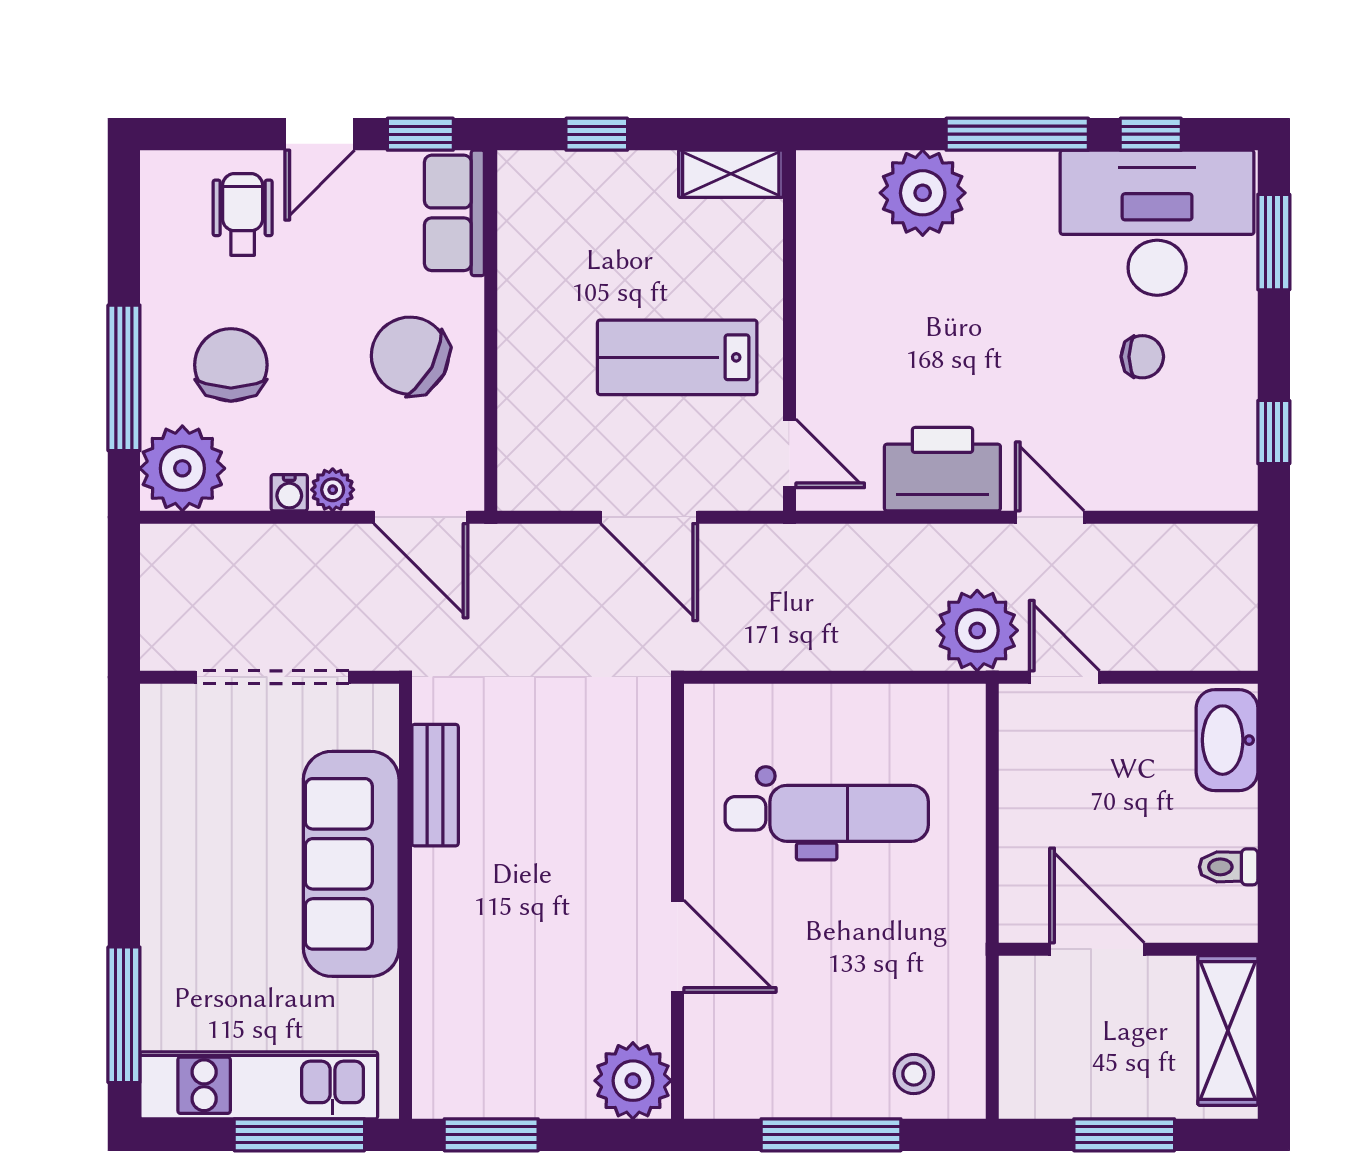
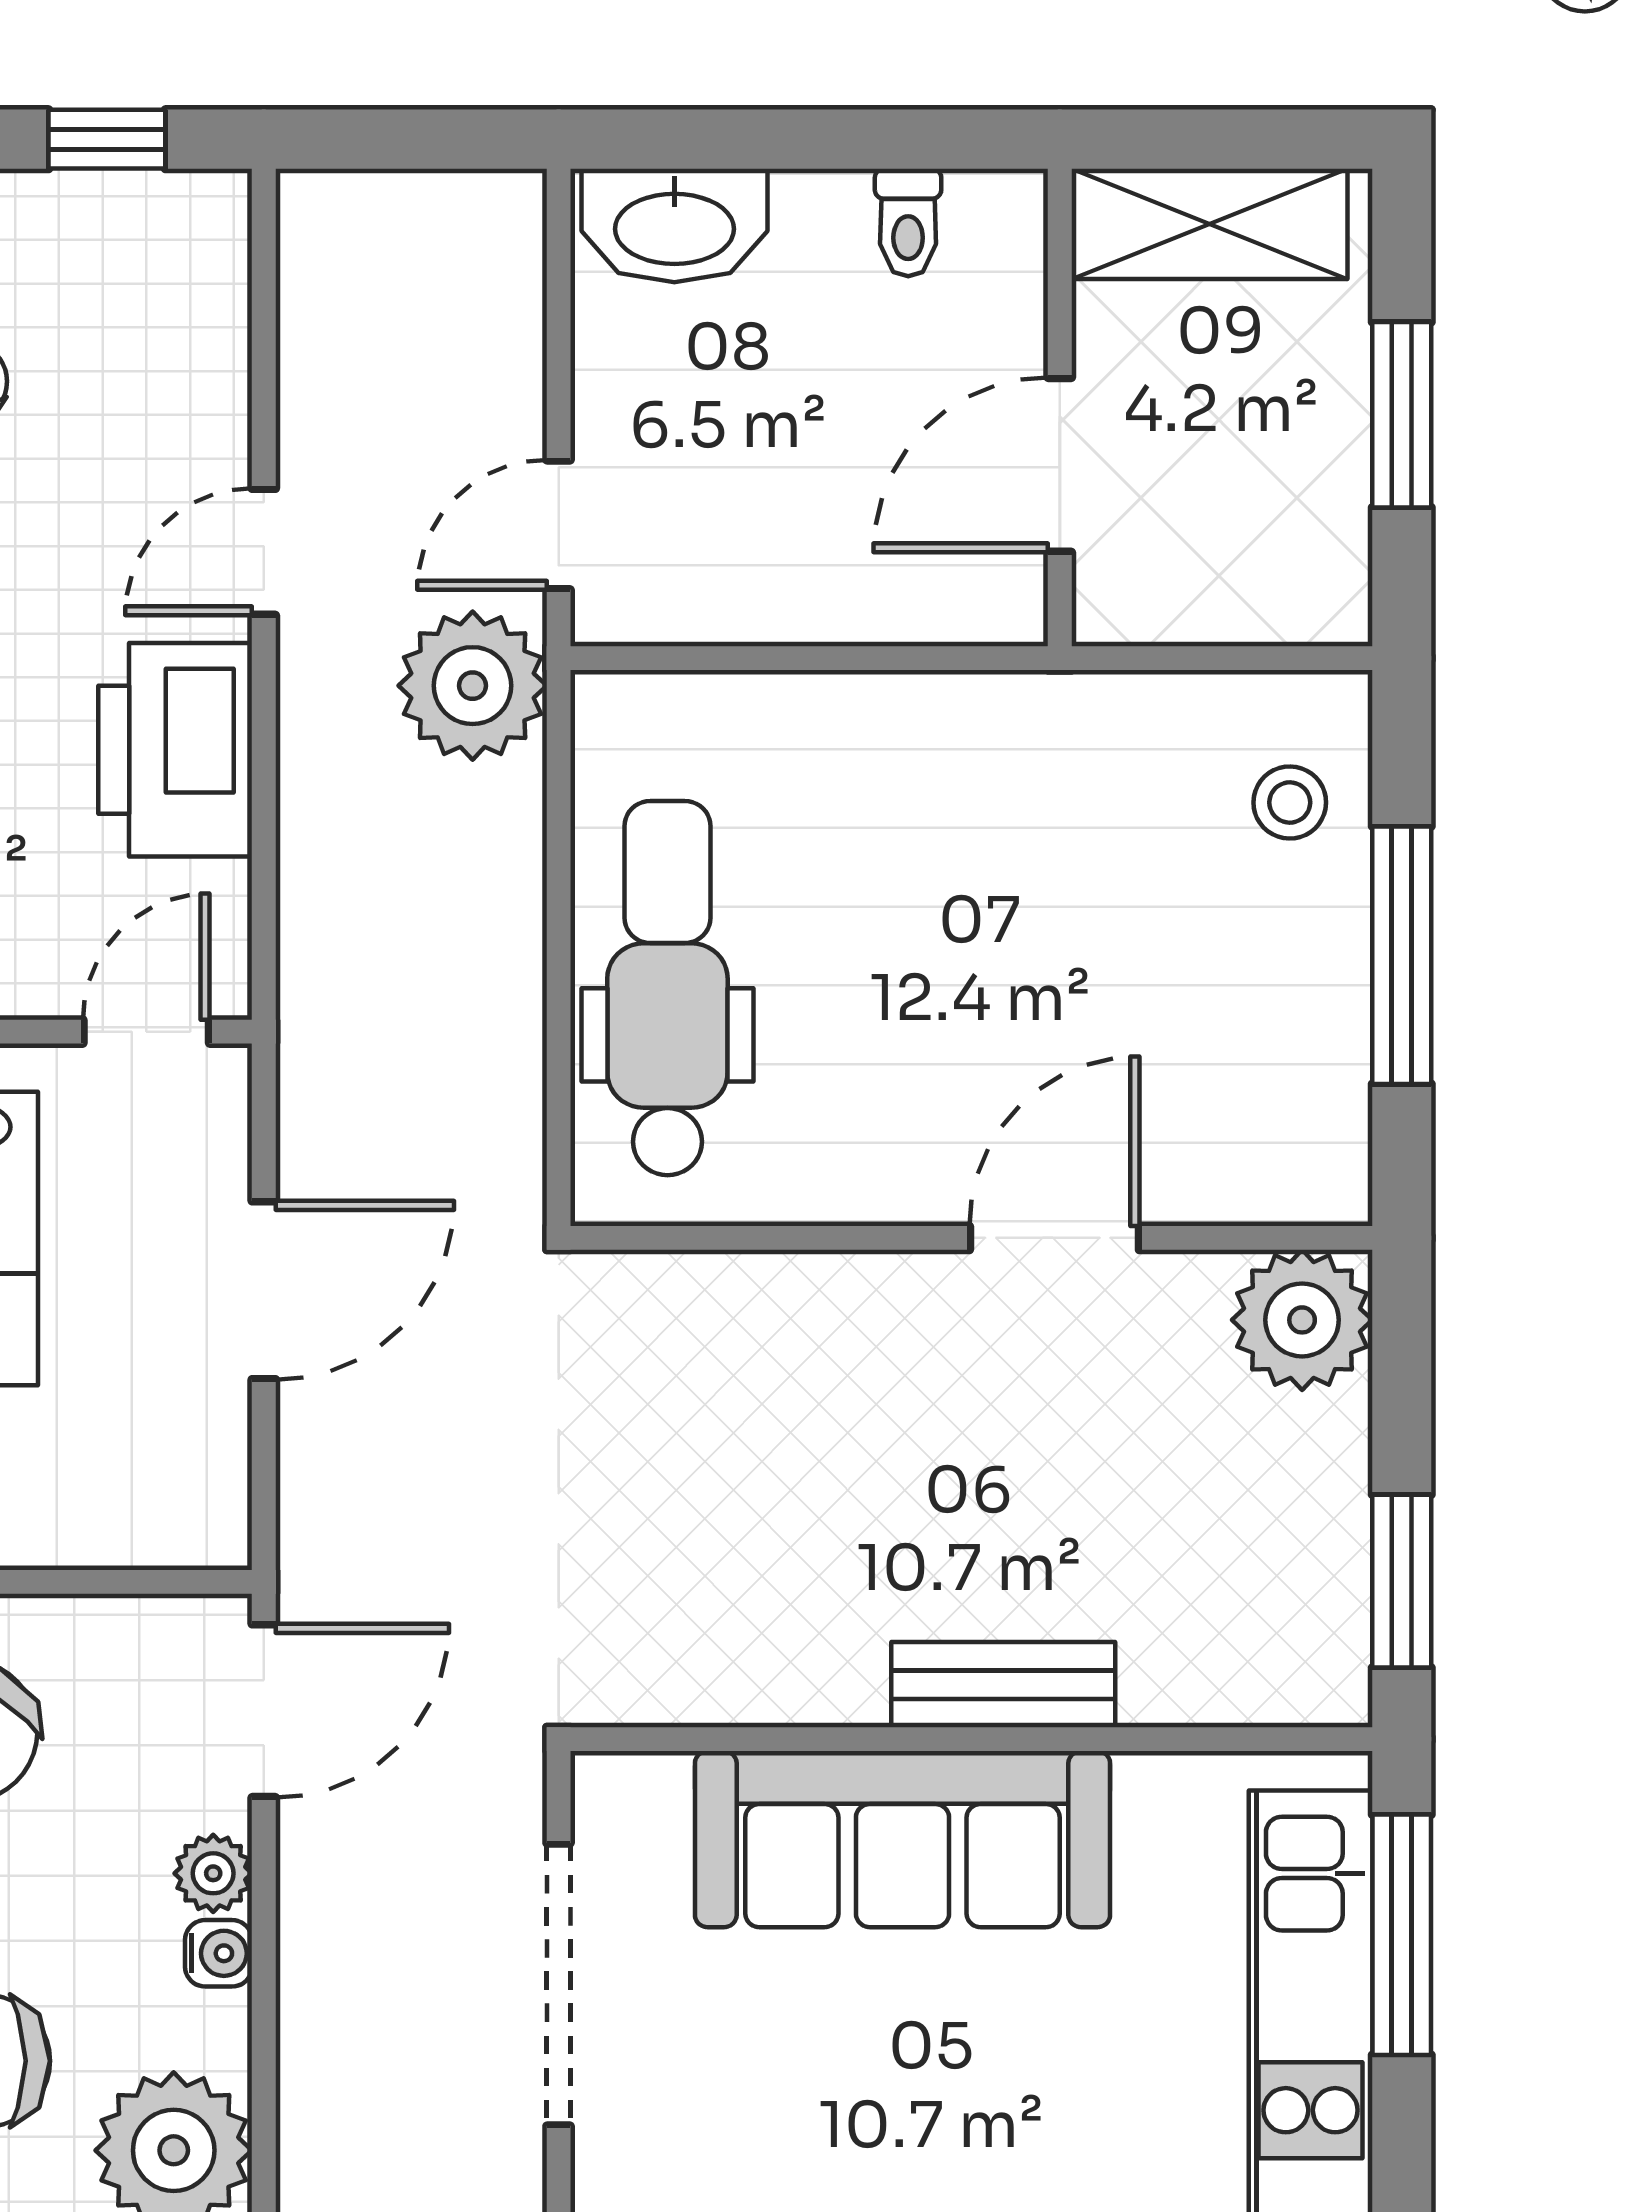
bench: (435, 785) -> (1003, 1685), moved
dental chair: (827, 813) -> (667, 988), moved

